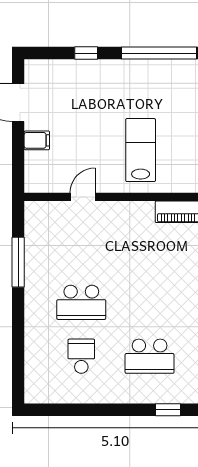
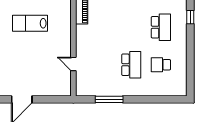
filing cabinet: (37, 140) -> (42, 89), removed
lab bench: (141, 150) -> (30, 23), moved

